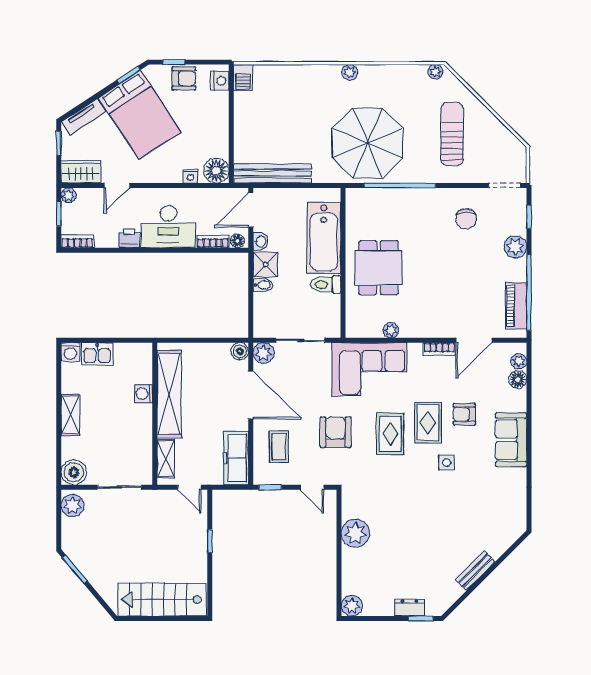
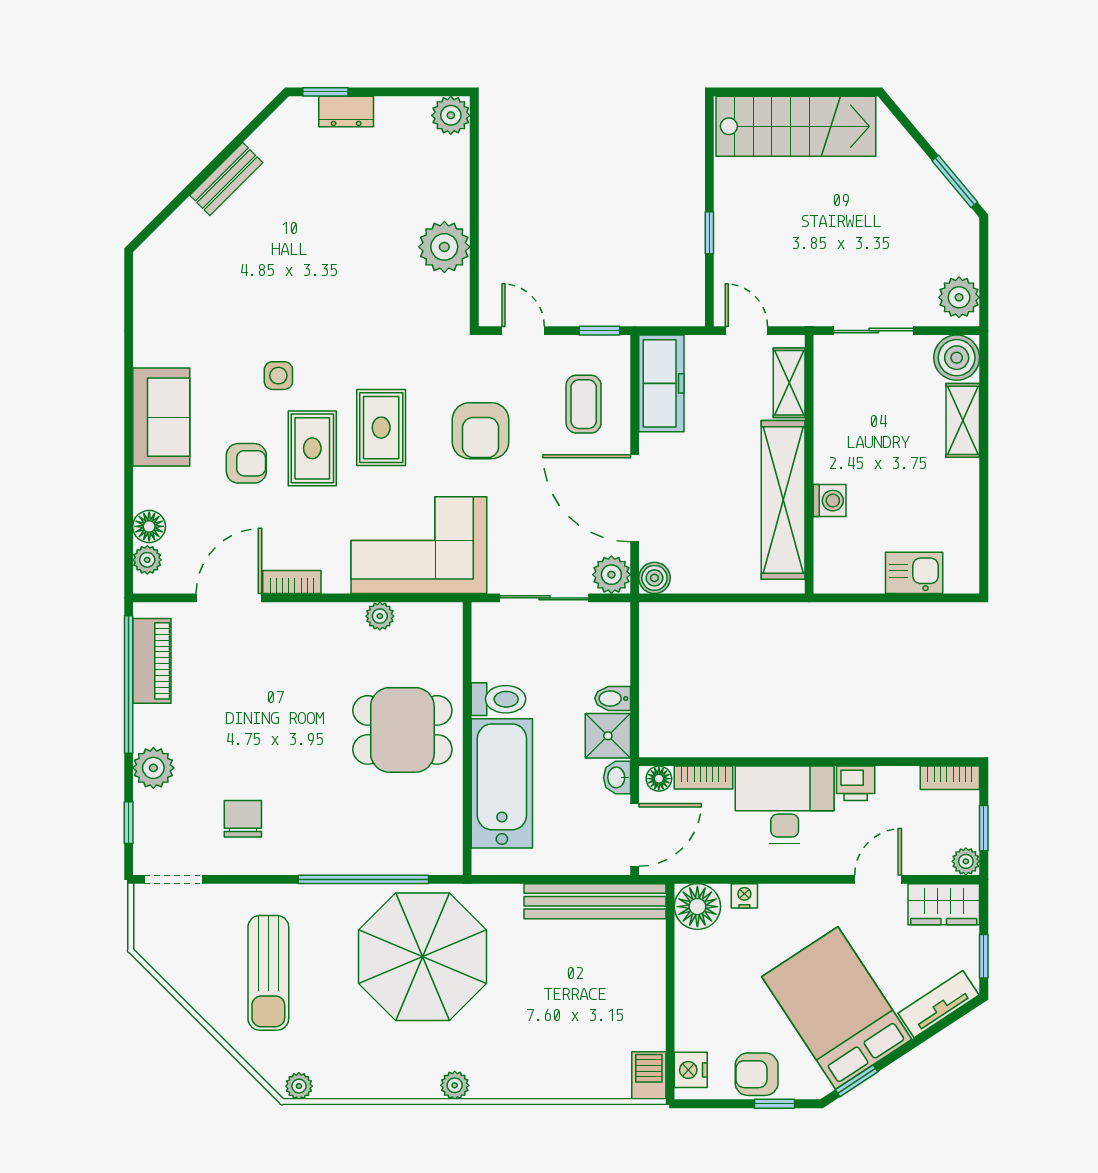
dining table: (378, 268) -> (402, 730), turned 90
washing machine: (71, 352) -> (962, 577), removed
shelving: (70, 415) -> (963, 420), moved

